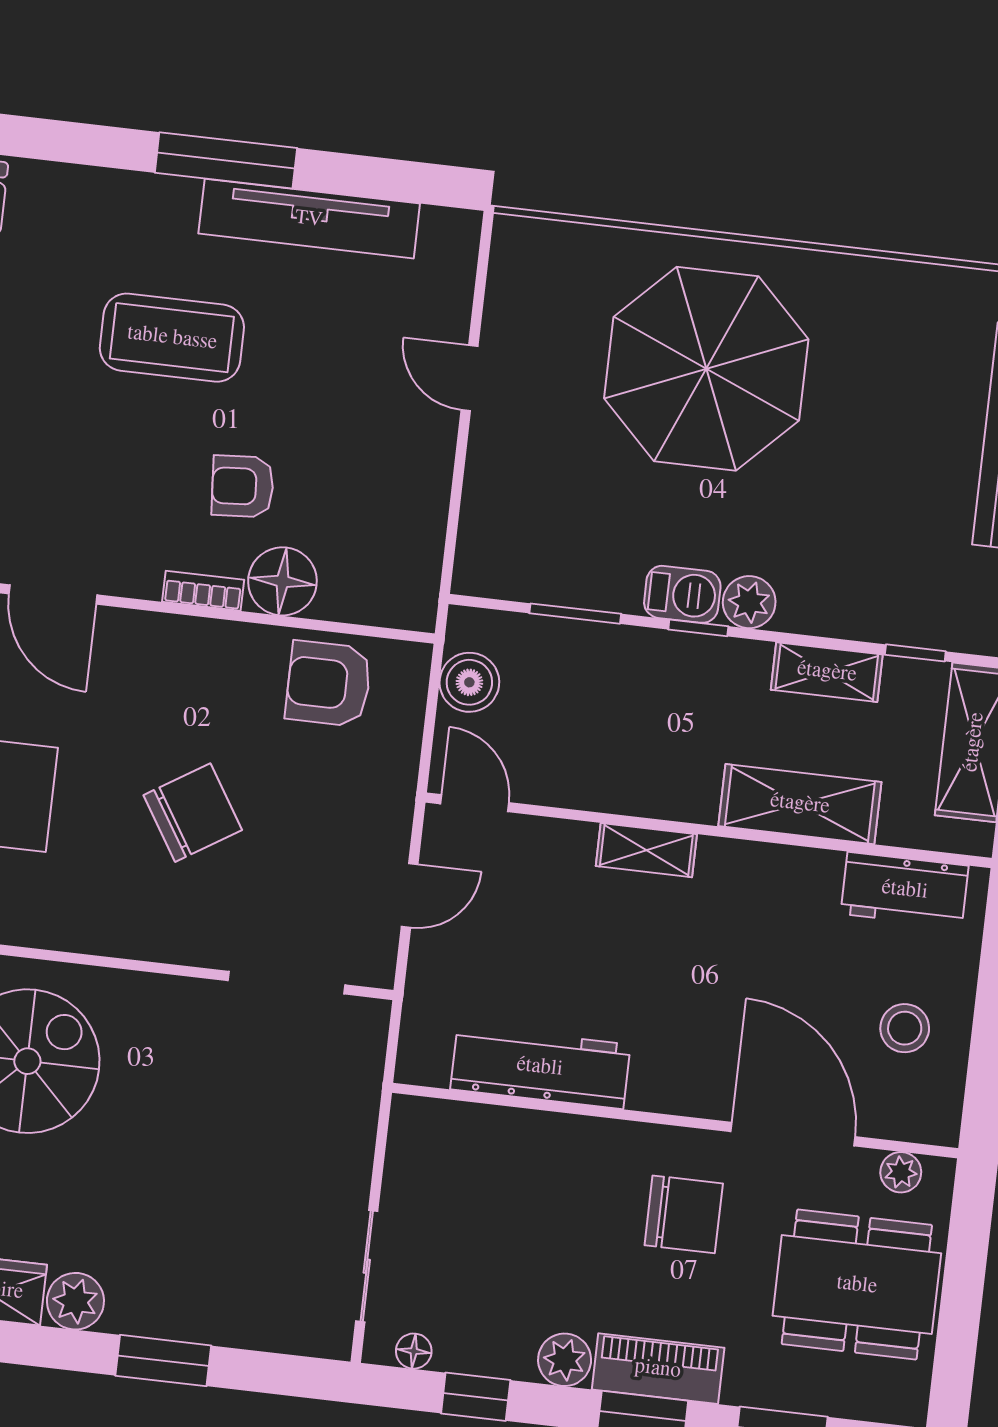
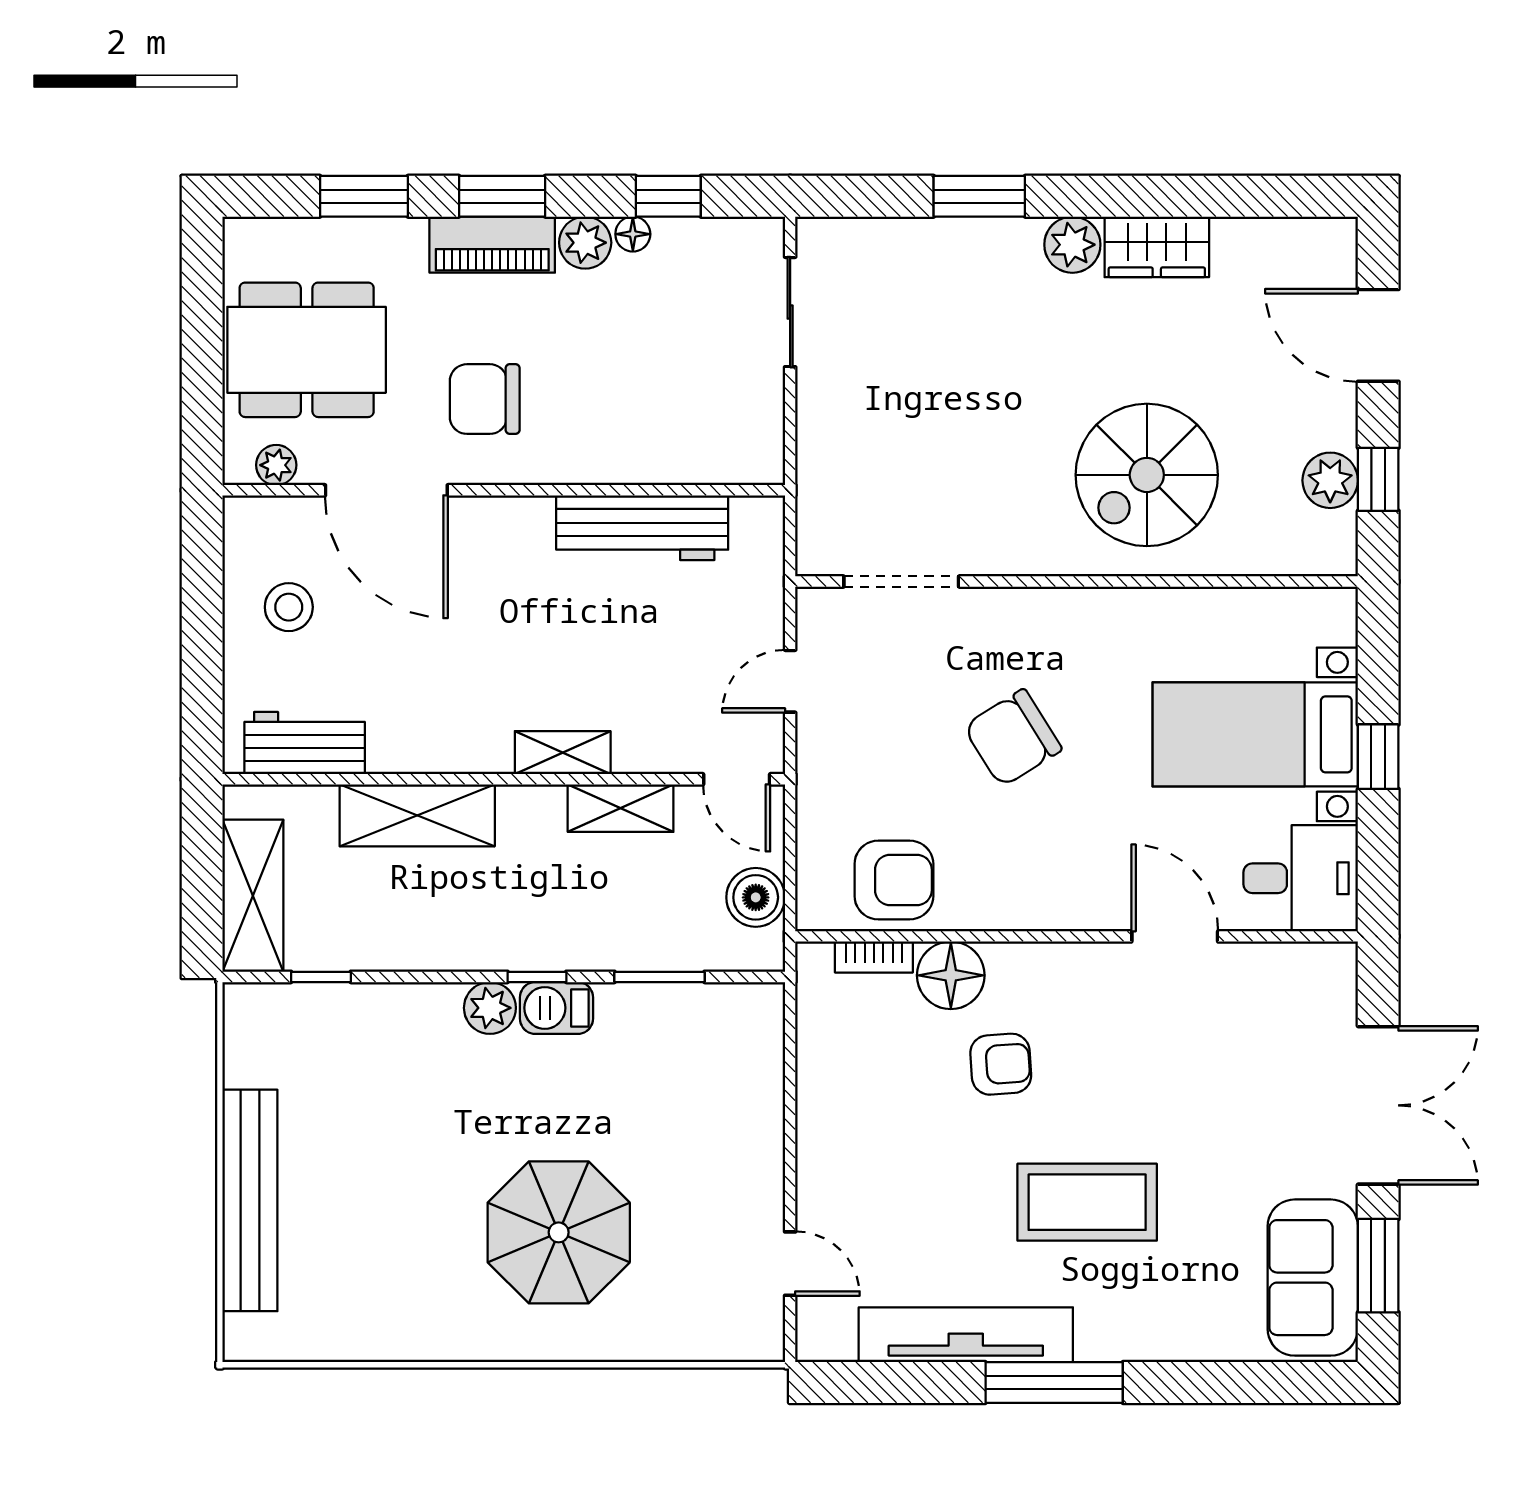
parasol: (706, 369) -> (559, 1232), width x0.73, depth x0.73
door: (469, 378) -> (790, 1264), moved
bookcase: (203, 591) -> (874, 957), moved
shelving: (827, 672) -> (621, 808), moved
floor lamp: (414, 1351) -> (633, 234), moved

